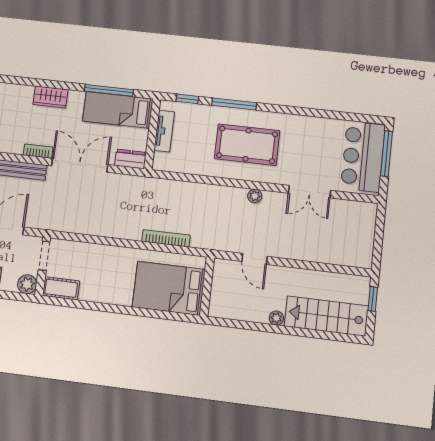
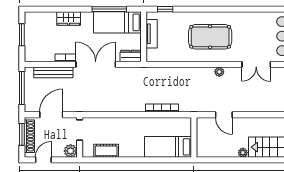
window: (234, 104) -> (198, 9), removed
cot: (61, 288) -> (106, 151), moved
bed: (169, 288) -> (168, 147), width x0.67

